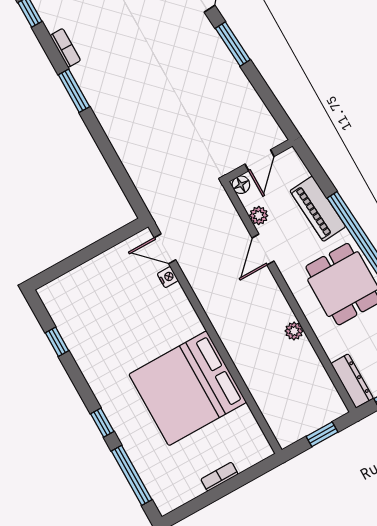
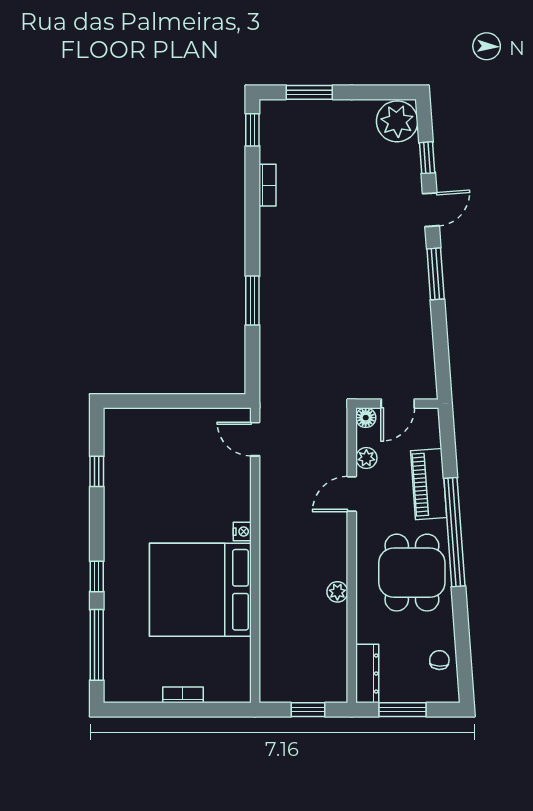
window: (74, 91) -> (252, 301), moved
nightstand: (168, 277) -> (242, 532), moved

